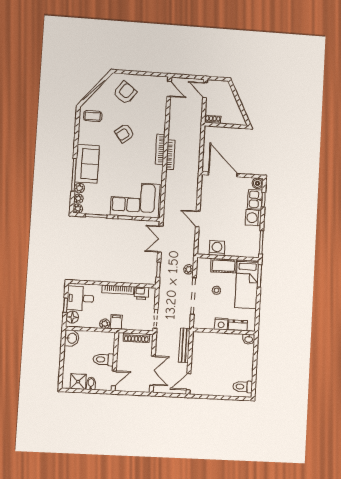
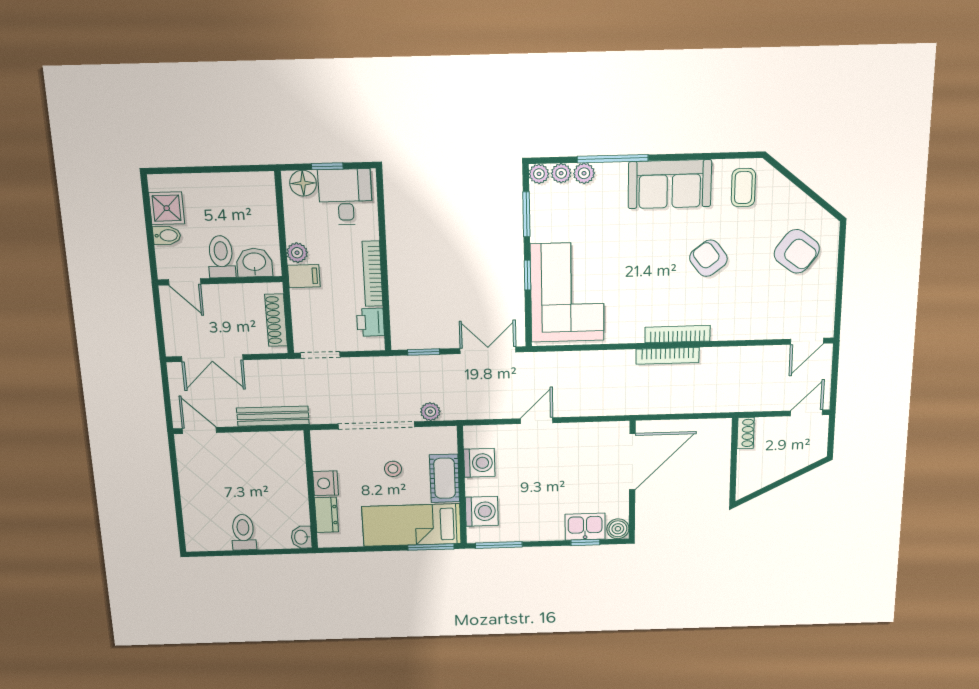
sofa: (87, 164) -> (670, 184), moved
washing machine: (253, 218) -> (482, 511), moved, turned 90
washbasin: (72, 338) -> (254, 263), moved, turned 180
toilet: (243, 387) -> (243, 532), moved

